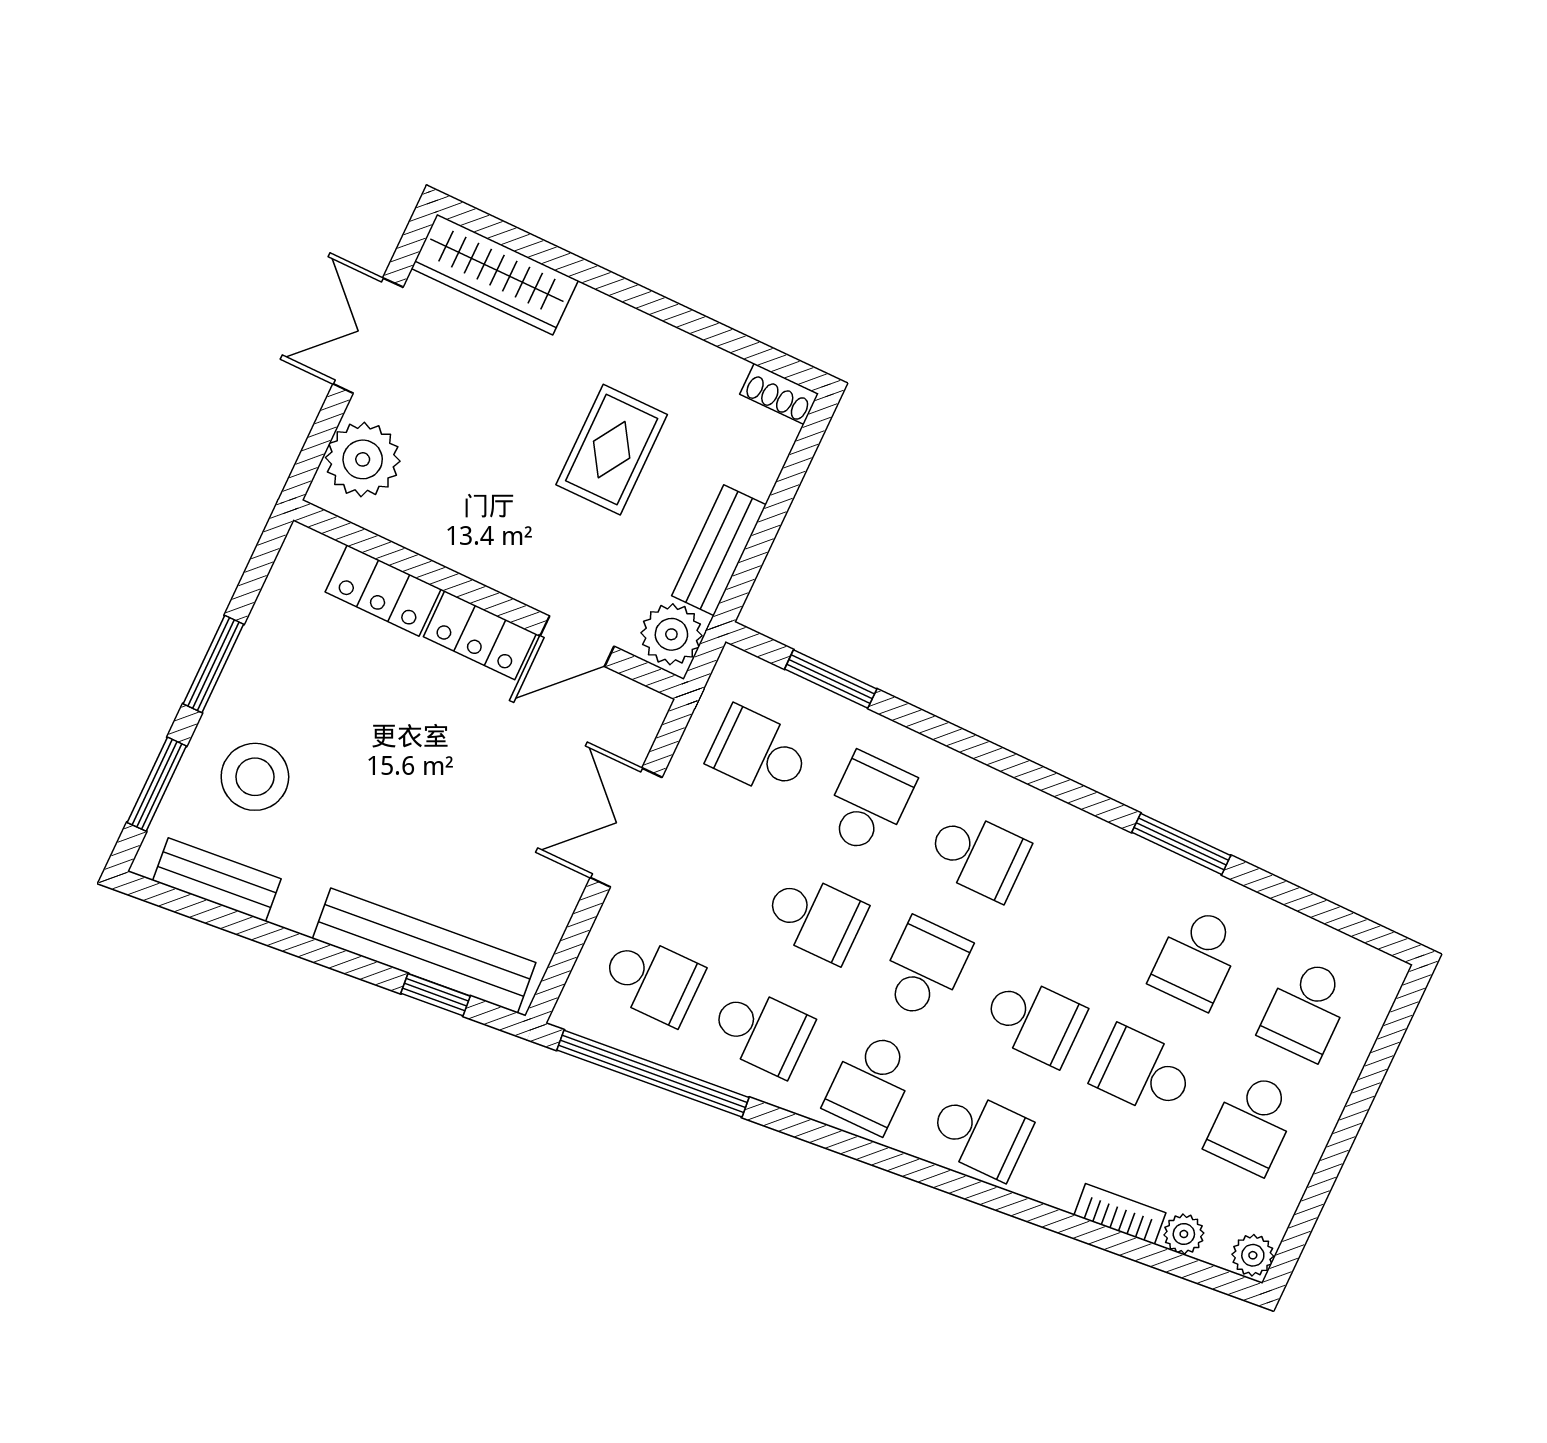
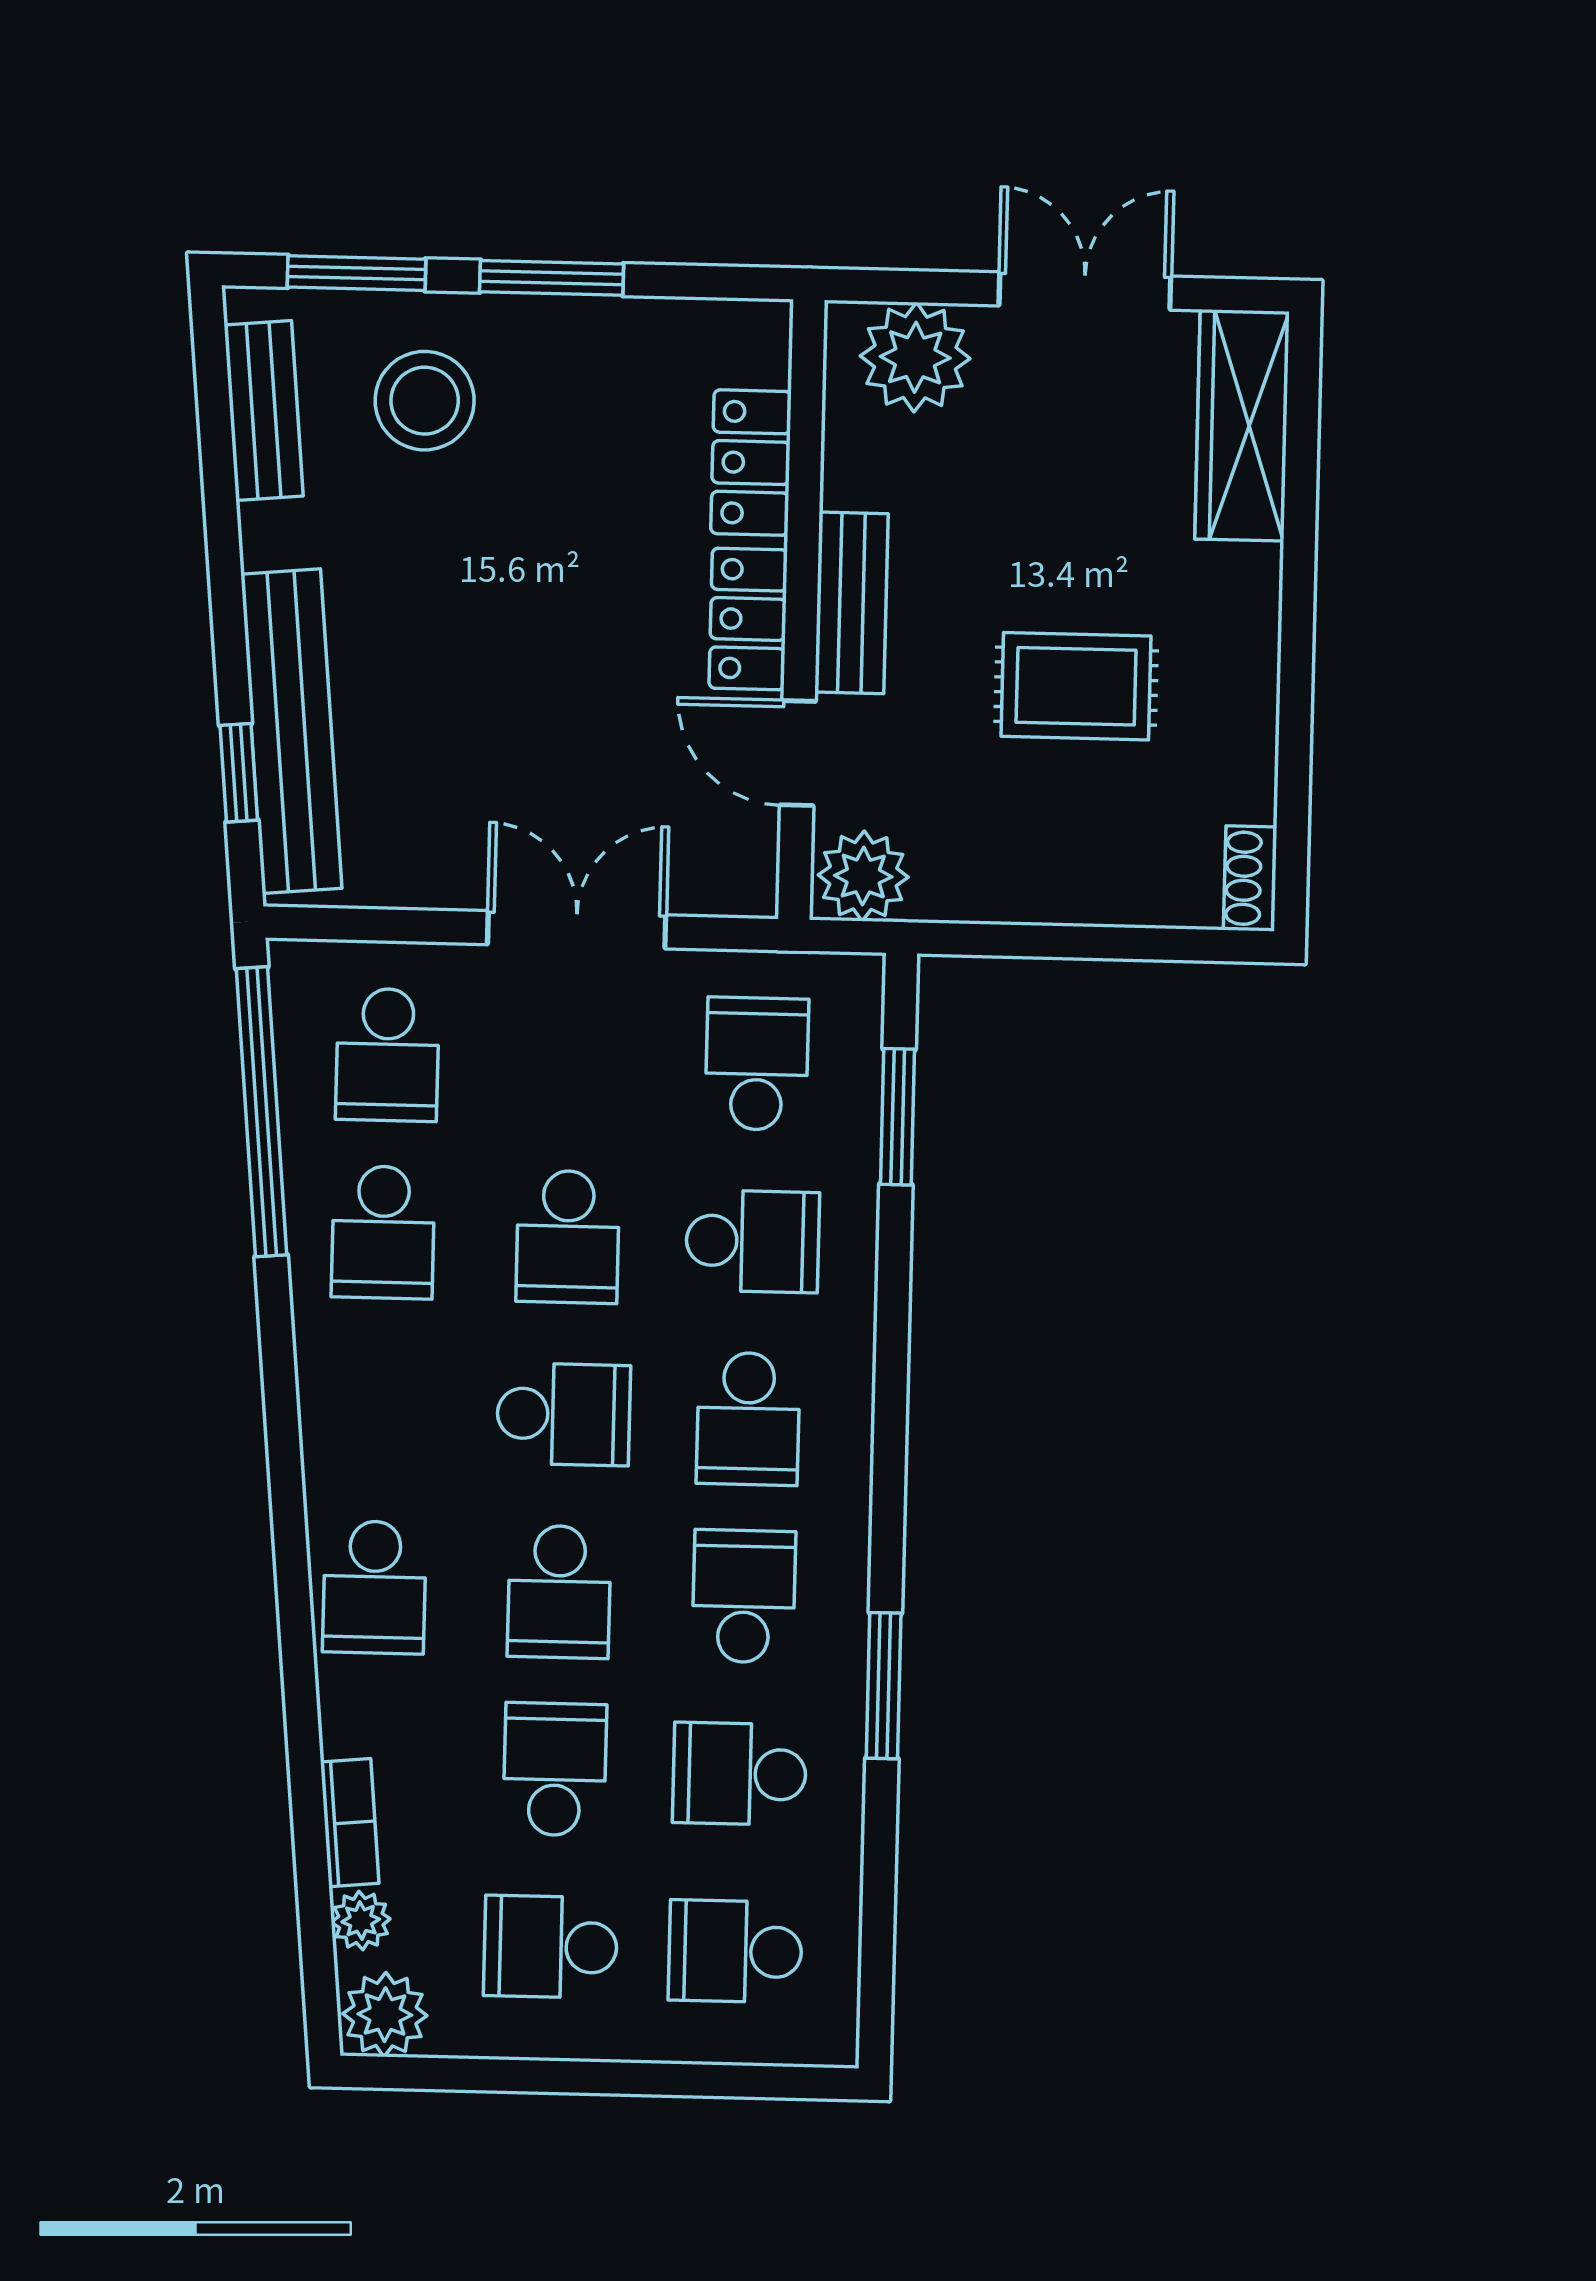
bench: (719, 550) -> (852, 603), moved, turned 90
school desk: (871, 1083) -> (744, 1596), moved, turned 90
plant: (1253, 1255) -> (385, 2015), width x1.38, depth x1.38

